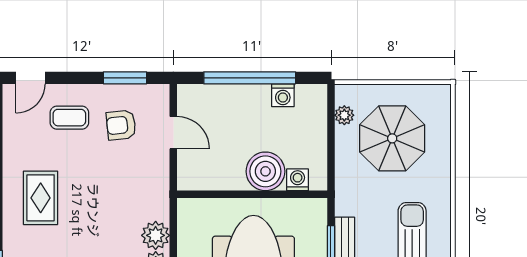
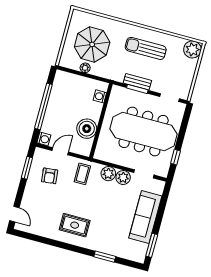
washing machine: (283, 95) -> (44, 139), moved
plant: (344, 115) -> (85, 68), moved
coffee table: (69, 118) -> (82, 174), moved
boiler: (265, 171) -> (87, 129), moved

